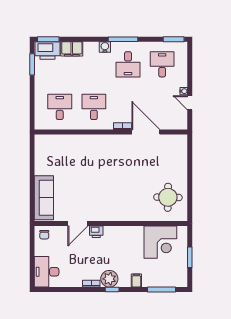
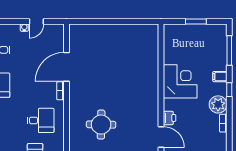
desk: (94, 107) -> (41, 120), turned 180
round table: (168, 197) -> (101, 125), moved
corner desk: (160, 242) -> (180, 81), moved
window: (112, 290) -> (229, 90), moved

